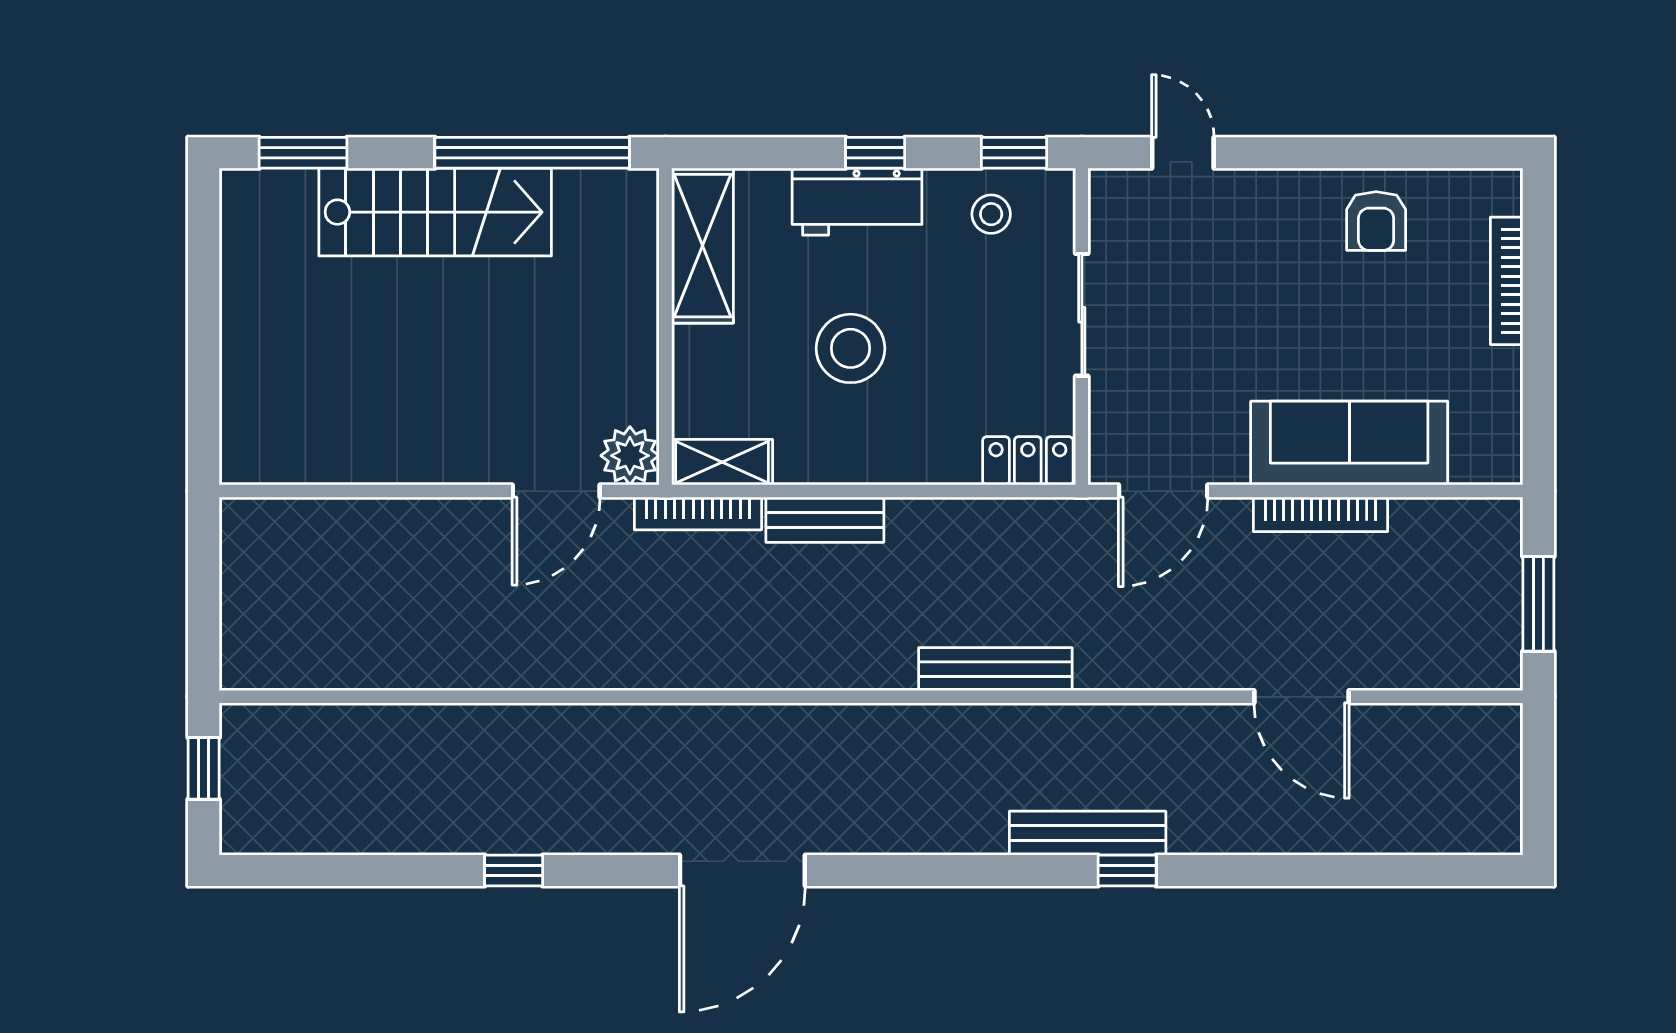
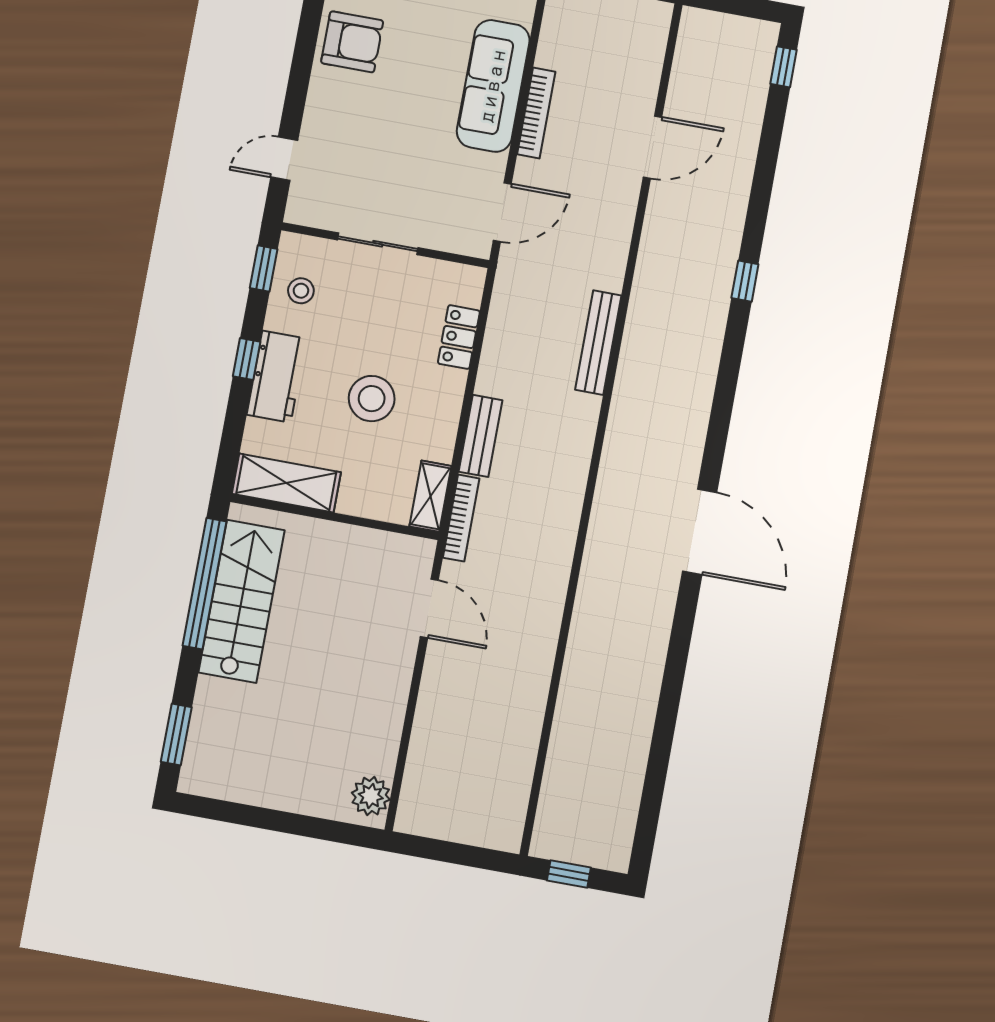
stairs: (435, 212) -> (242, 601), moved
armchair: (1376, 221) -> (352, 42), width x1.38, depth x1.38
plant: (630, 456) -> (371, 796), moved
locker: (1028, 461) -> (459, 337), moved
door: (1163, 491) -> (502, 212), hinge flipped
bench: (1088, 833) -> (716, 302), removed
window: (514, 870) -> (784, 67), moved

